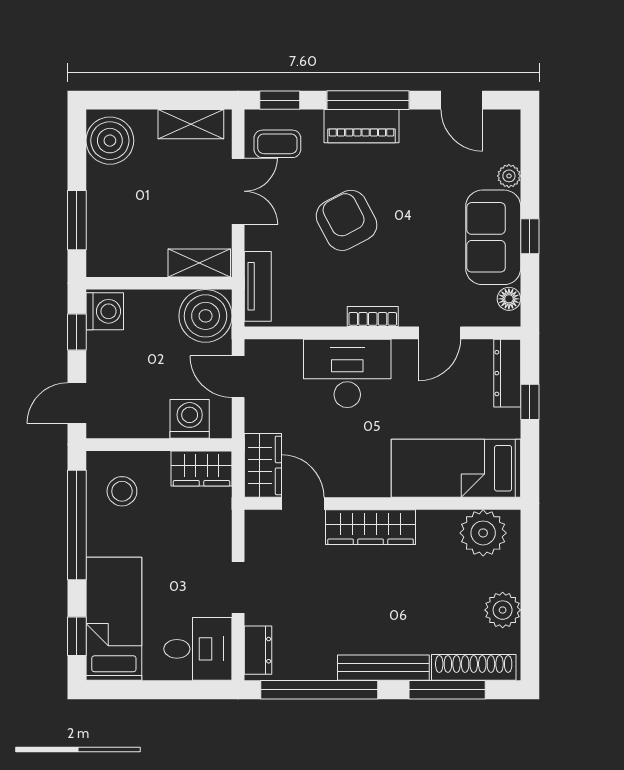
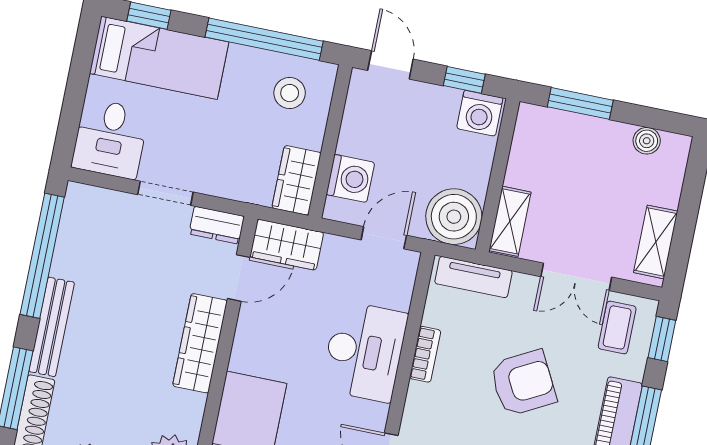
boiler: (110, 141) -> (647, 141), width x0.54, depth x0.54
bookcase: (373, 317) -> (425, 354), moved
dresser: (258, 650) -> (217, 225), moved

